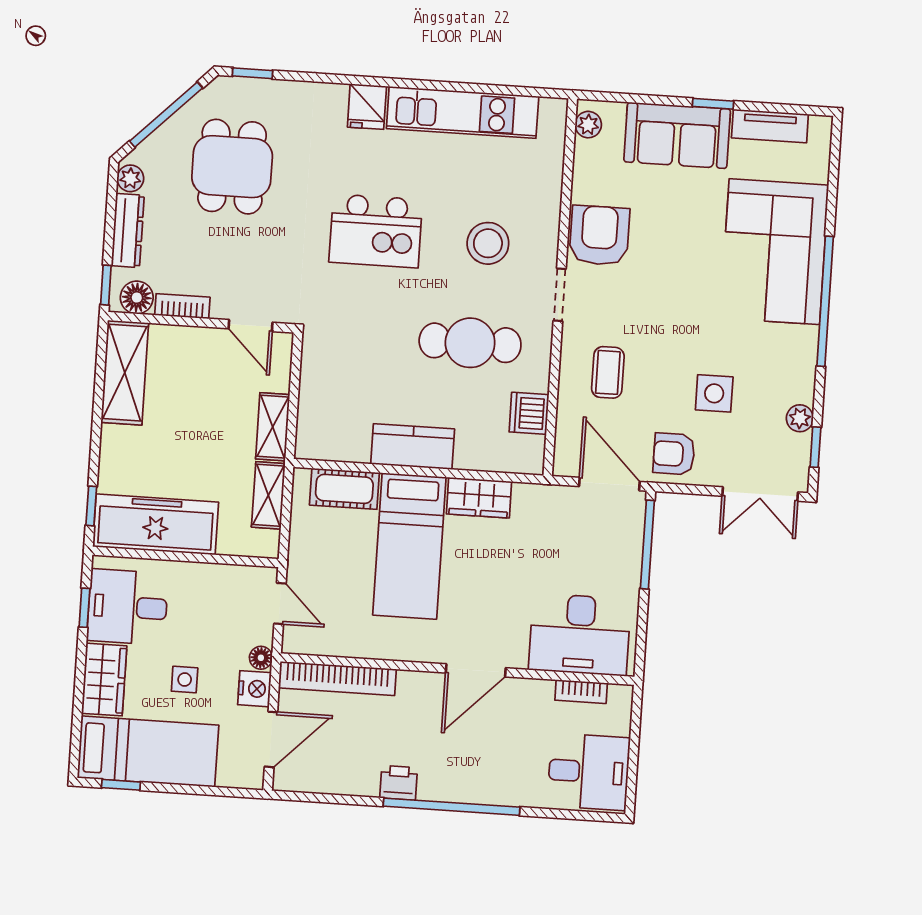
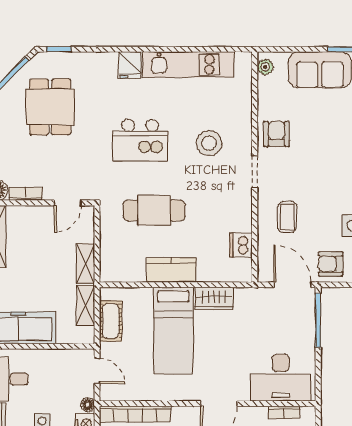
armchair: (599, 235) -> (277, 134), width x0.72, depth x0.72
door: (250, 326) -> (68, 203), hinge flipped
cafe table: (470, 343) -> (154, 210), moved
cot: (344, 489) -> (111, 321), moved, turned 90

